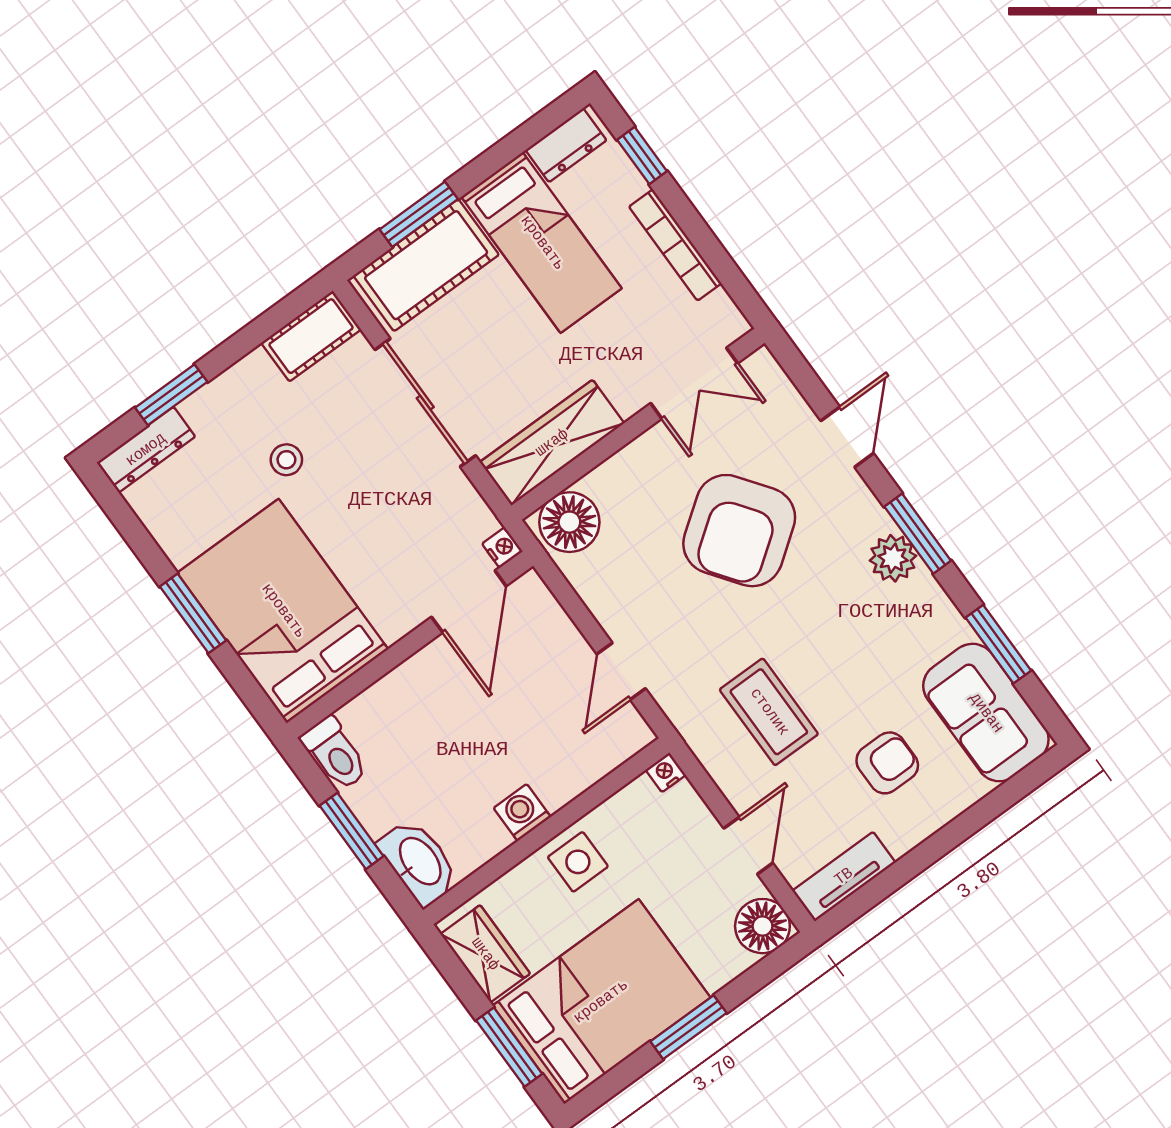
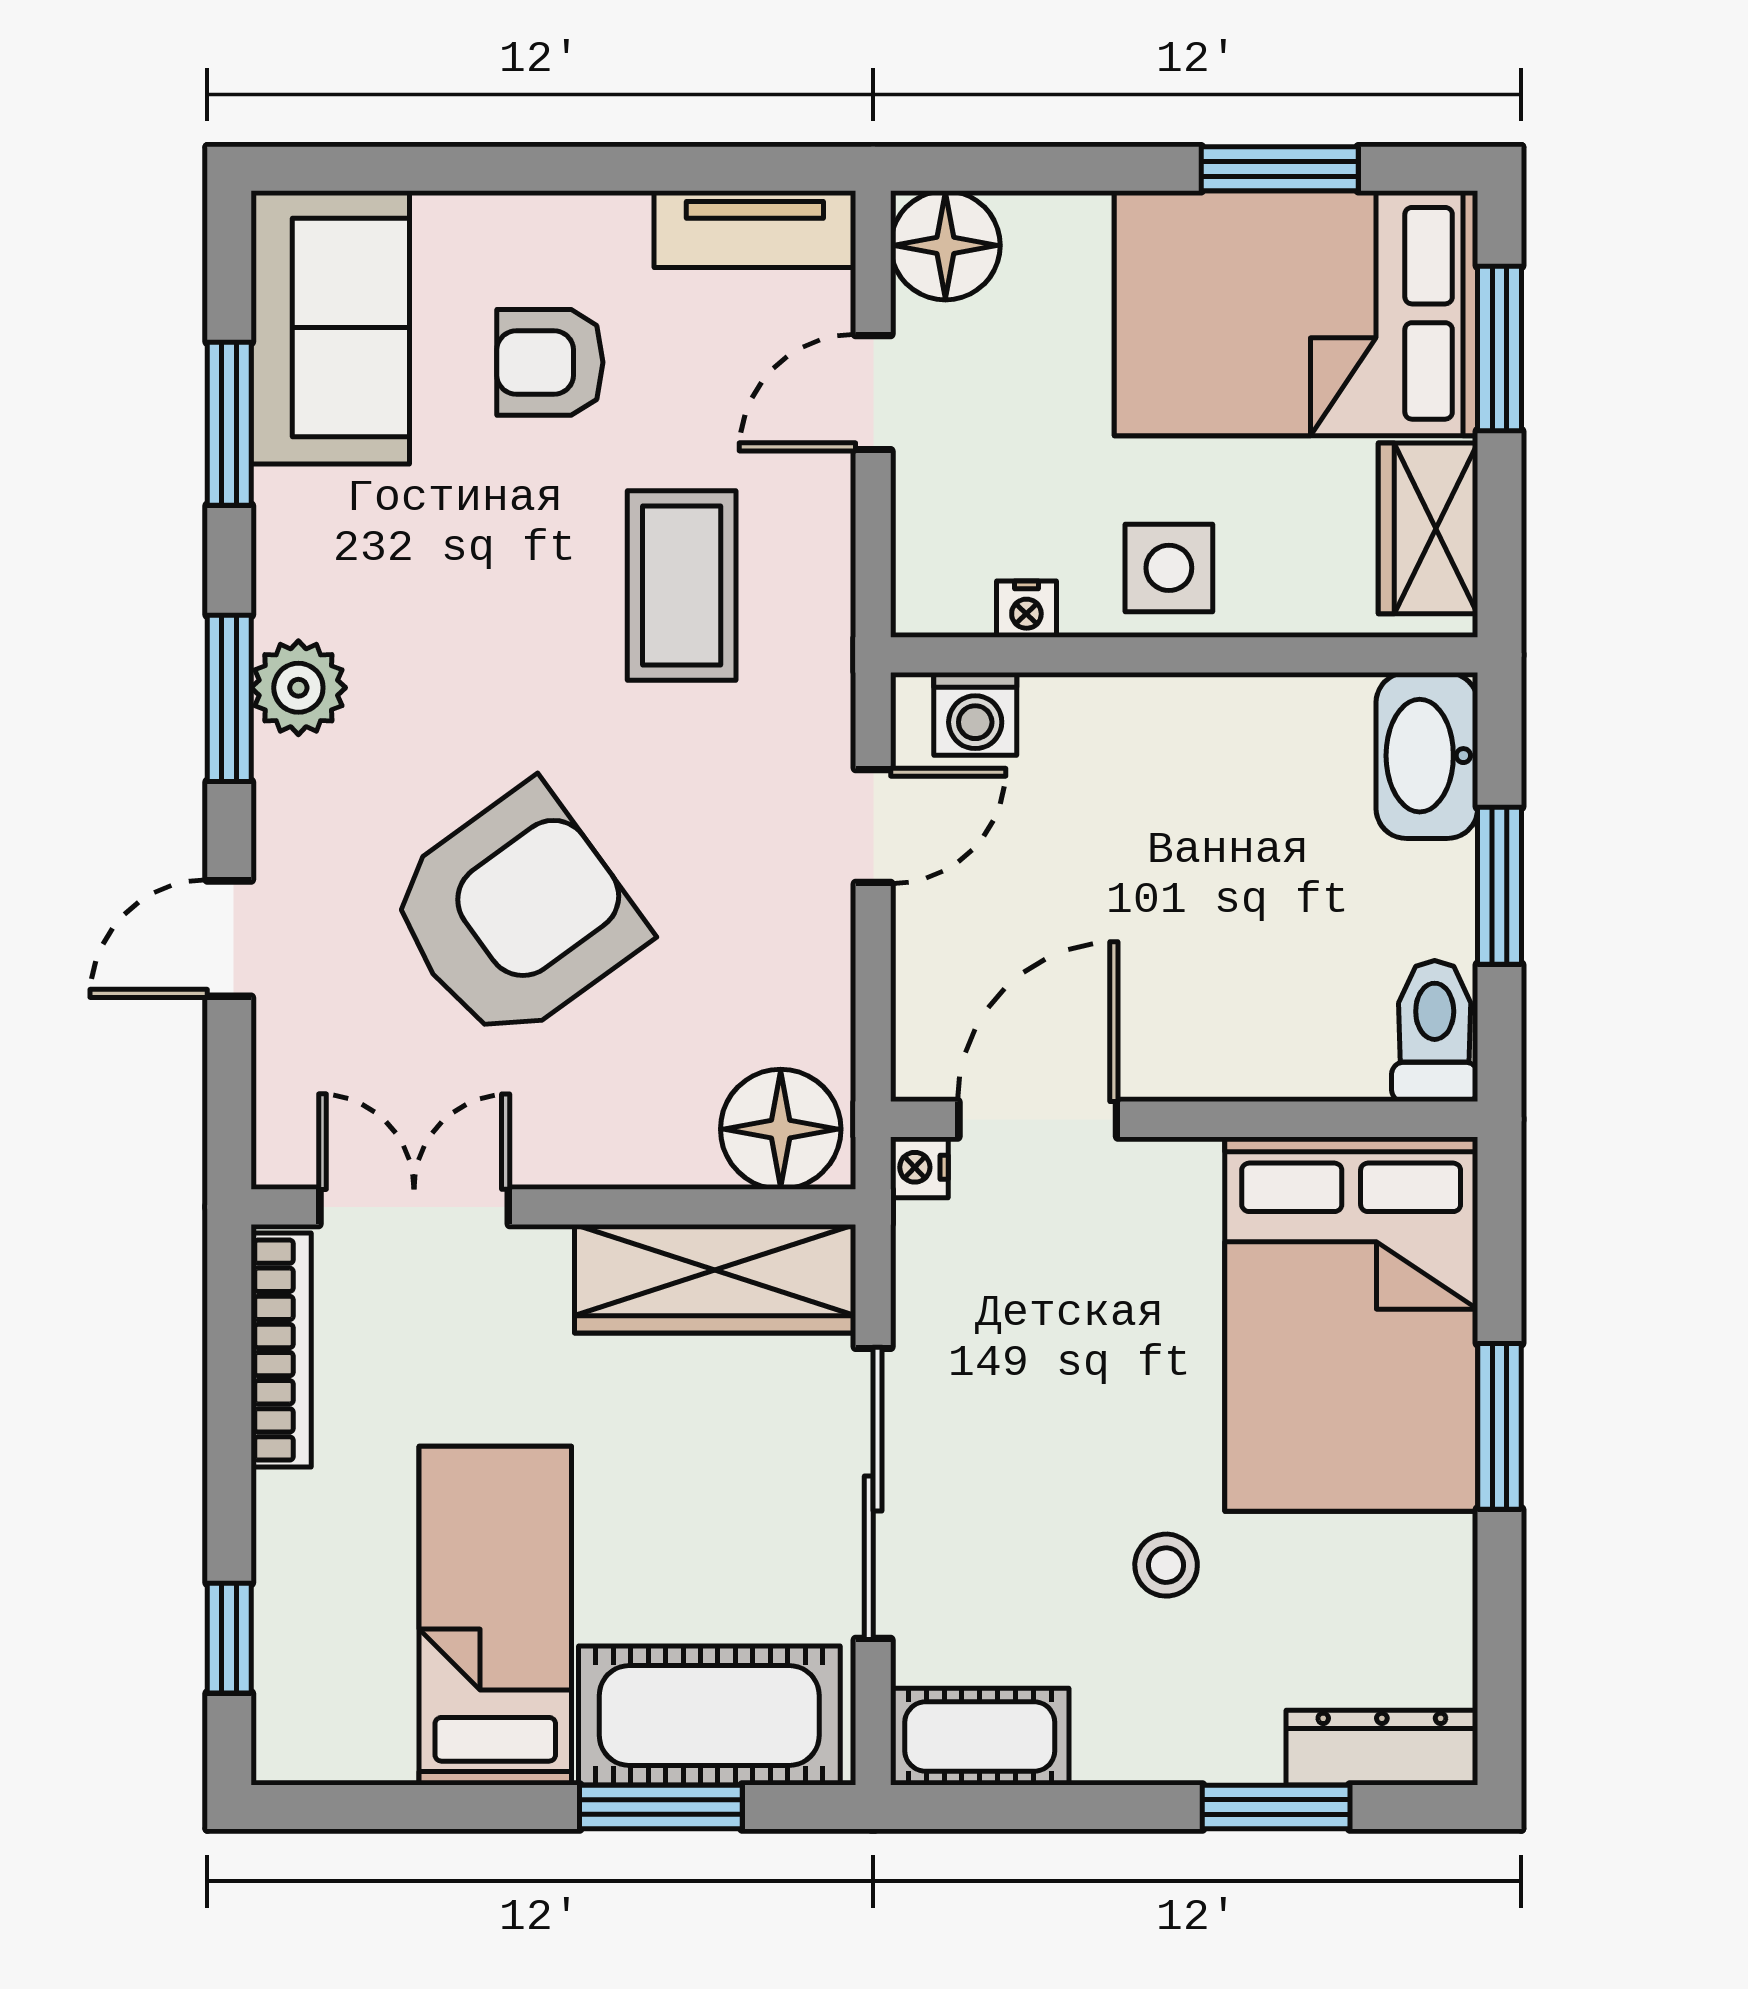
dresser: (566, 145) -> (340, 1745), removed
bookcase: (675, 245) -> (281, 1350), moved
nightstand: (666, 772) -> (1026, 609), moved
washing machine: (522, 812) -> (975, 714), moved
window: (688, 1027) -> (1280, 169), moved

